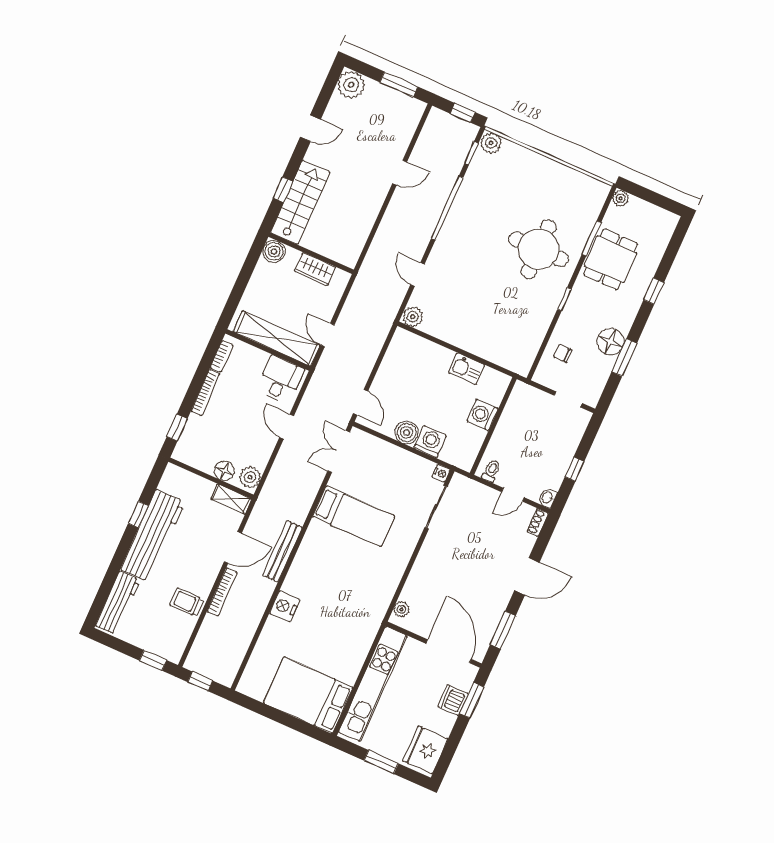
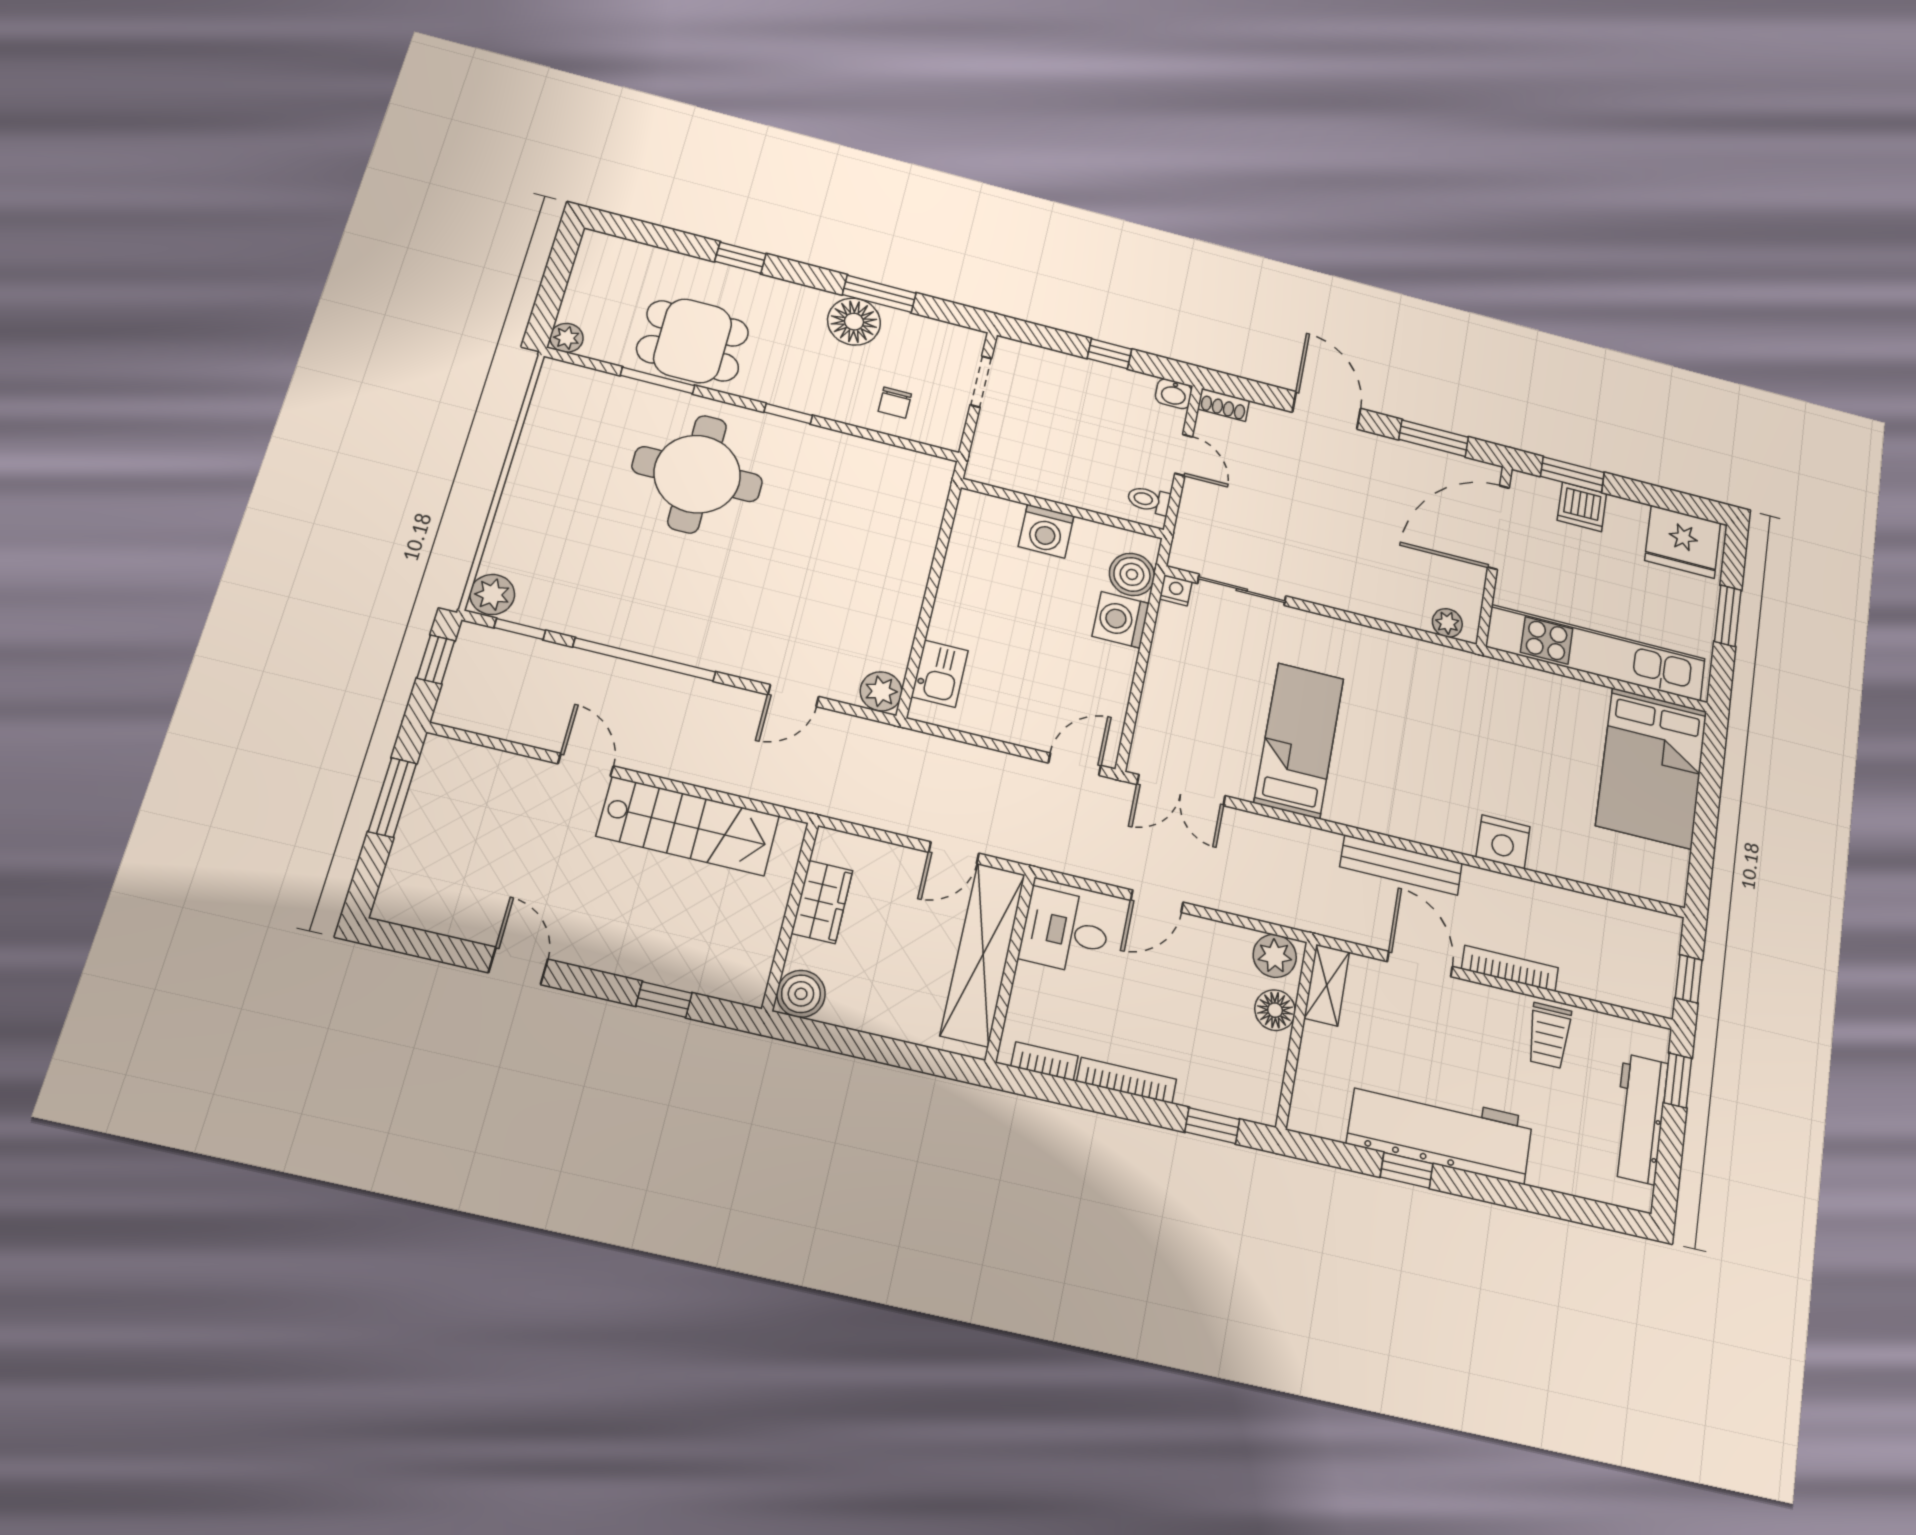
plant: (351, 85) -> (407, 897), removed
stairs: (300, 202) -> (688, 826), moved, turned 180
kitchen sink: (467, 369) -> (940, 674), moved
boiler: (407, 432) -> (1132, 574), moved
workbench: (118, 603) -> (1639, 1119), moved, turned -90

